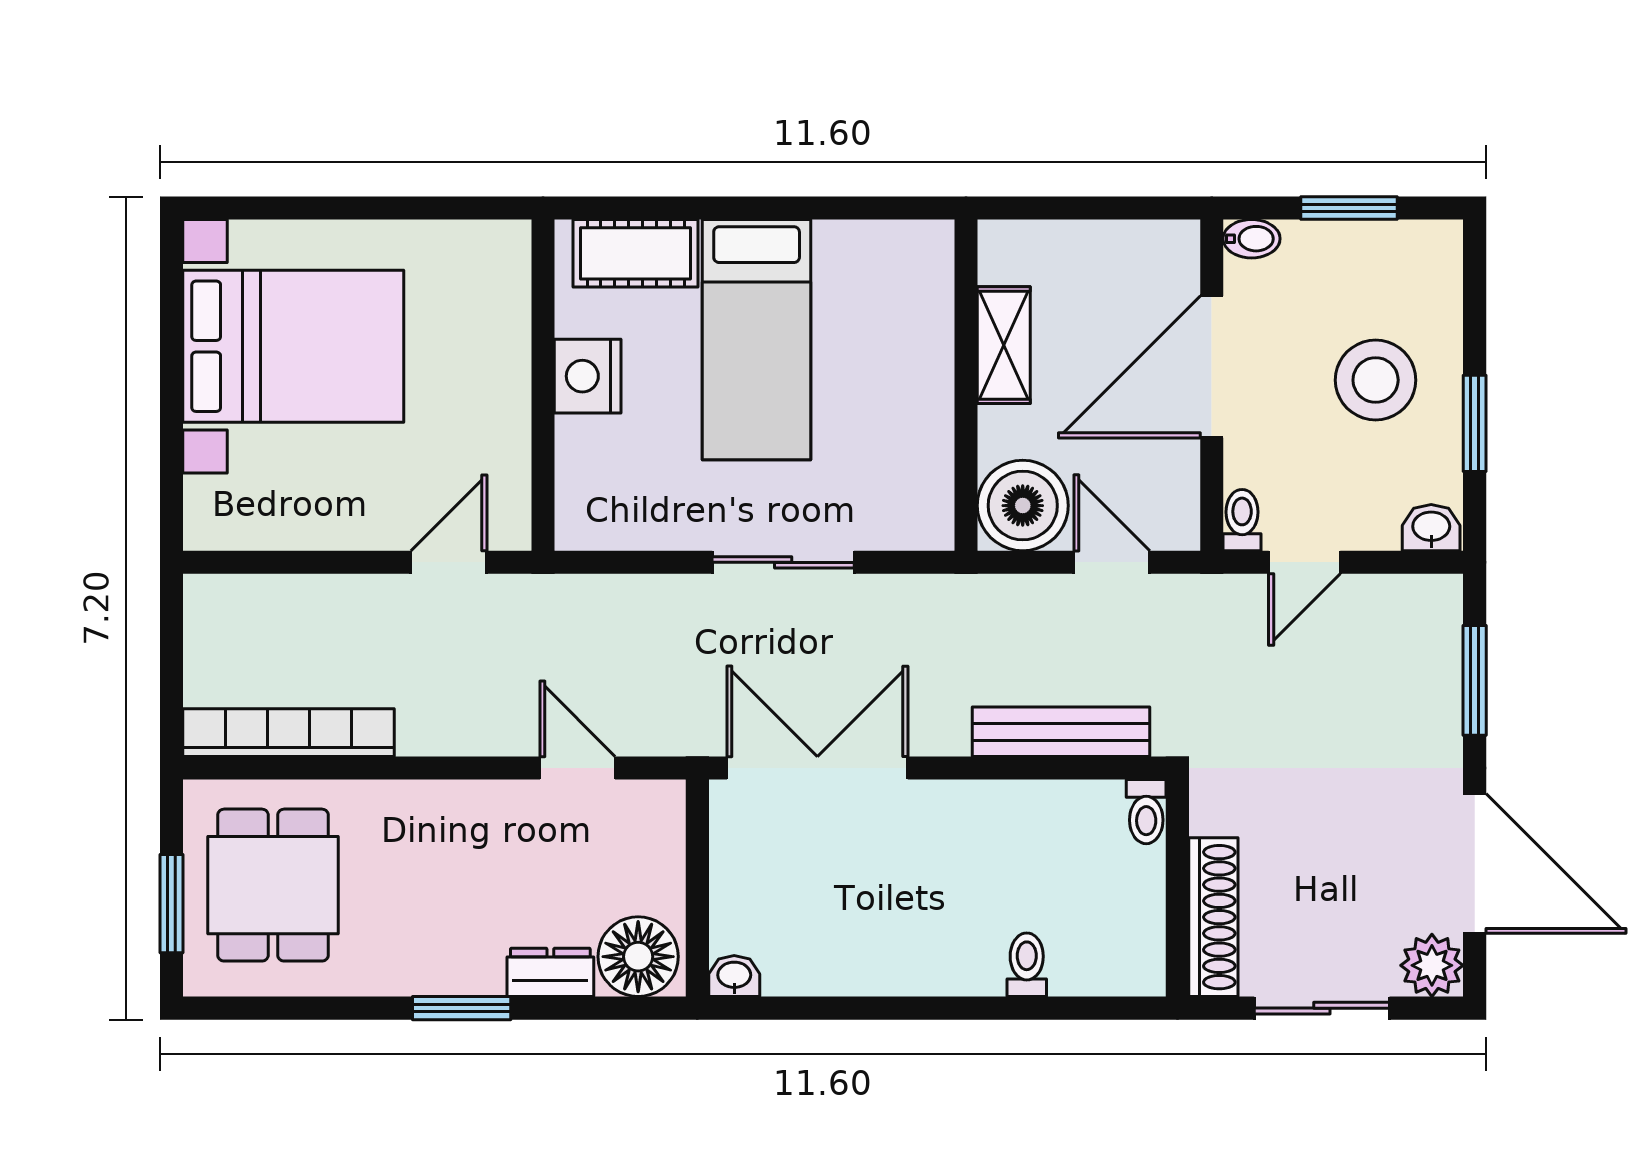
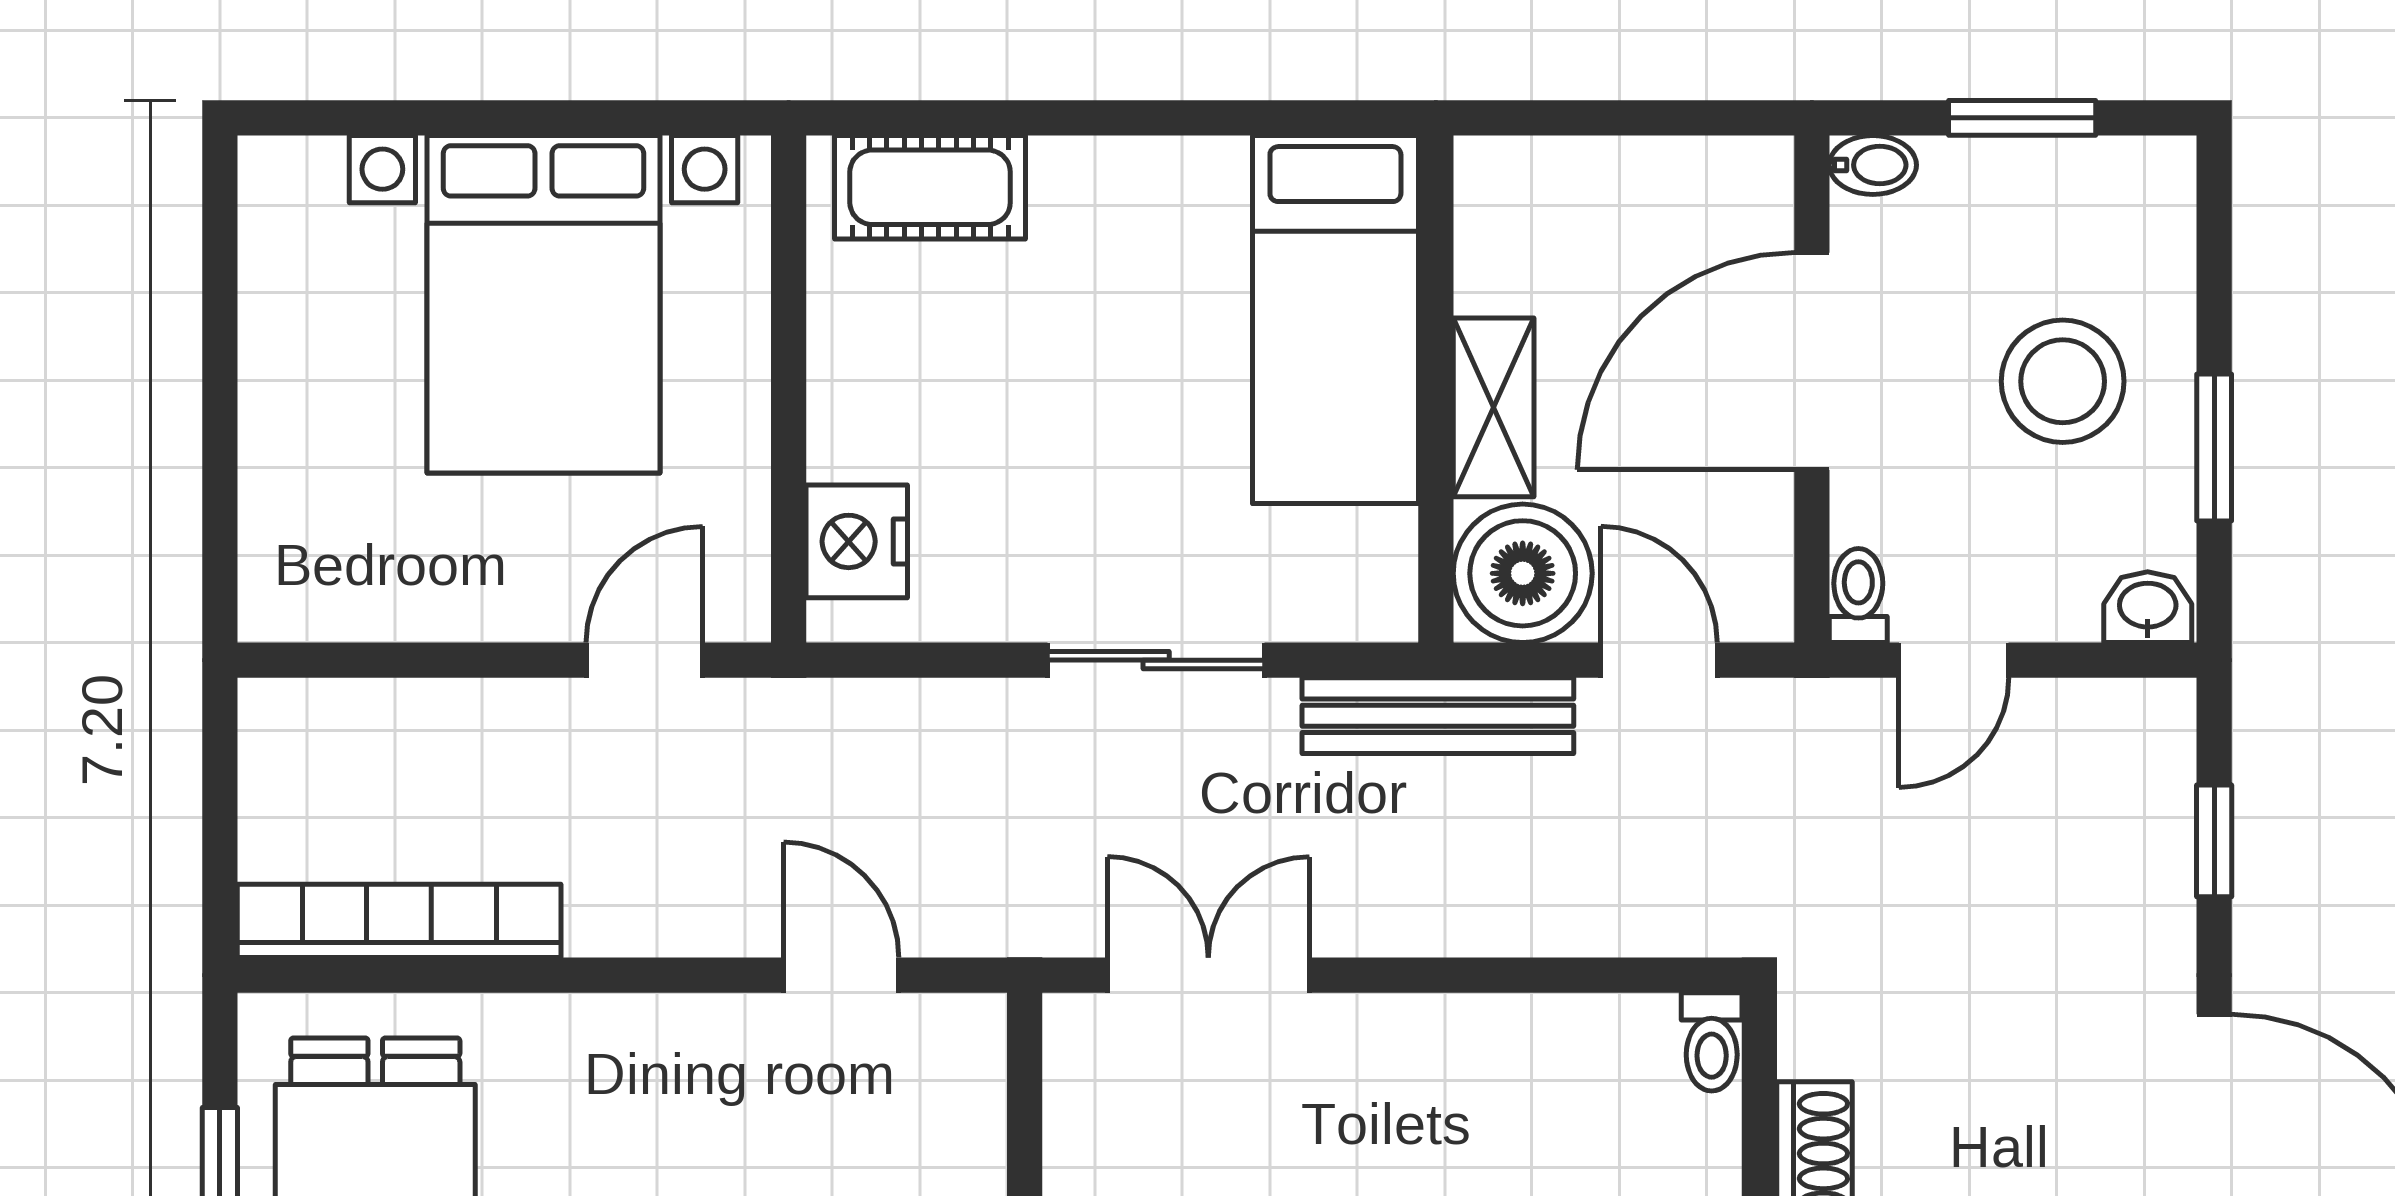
bed: (757, 340) -> (1335, 319), moved
shelving: (1004, 345) -> (1494, 407), moved
bed with nightstands: (293, 346) -> (544, 304), moved, turned 90
nightstand: (588, 376) -> (857, 541), moved
window: (1475, 680) -> (2214, 841), width x0.67
bench: (1061, 732) -> (1438, 716), moved
double door: (817, 768) -> (1208, 975), width x0.73

